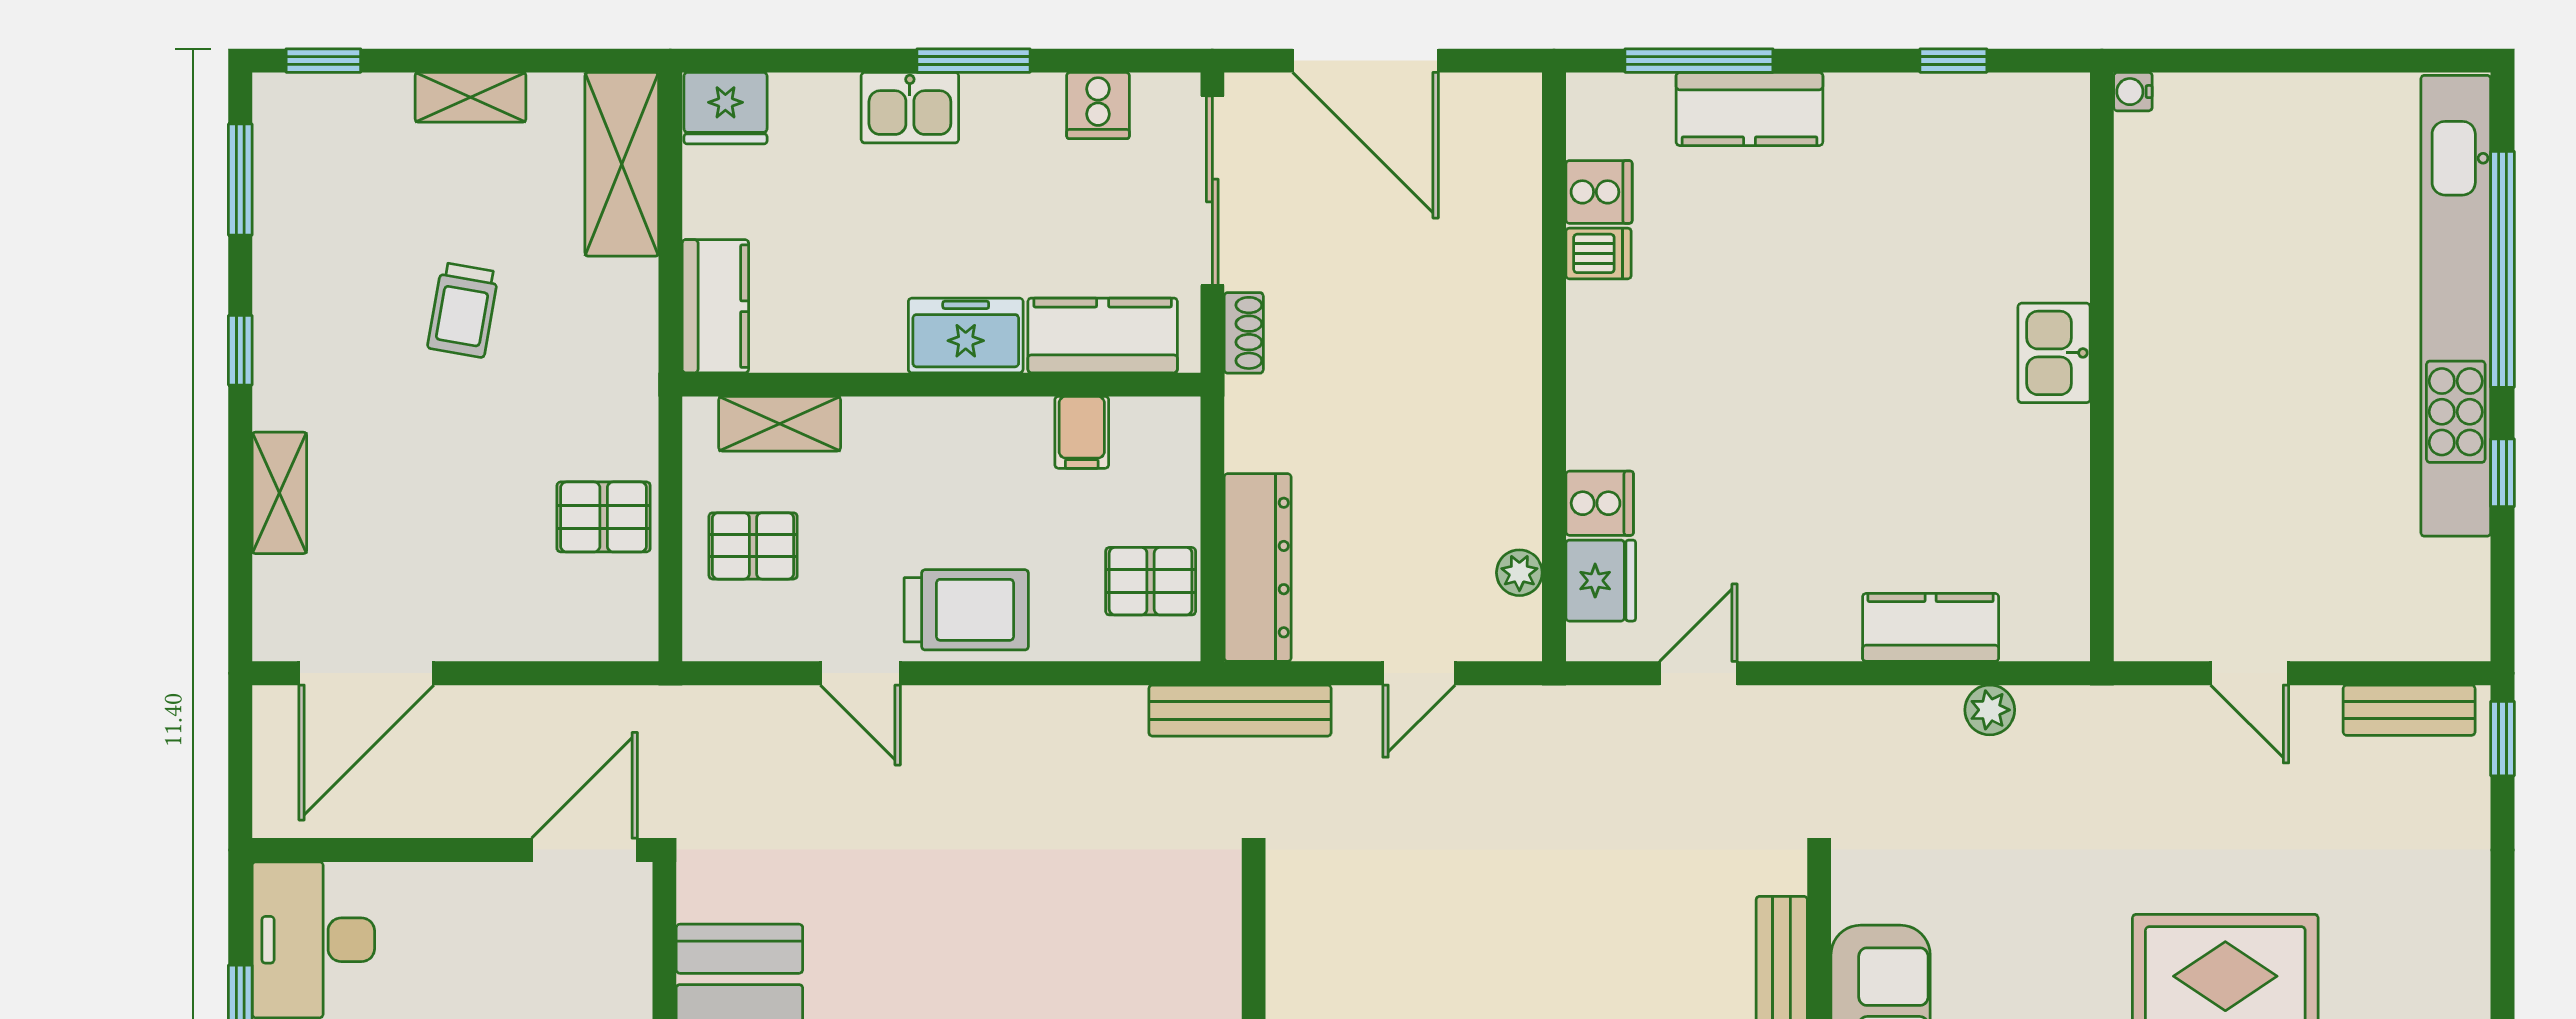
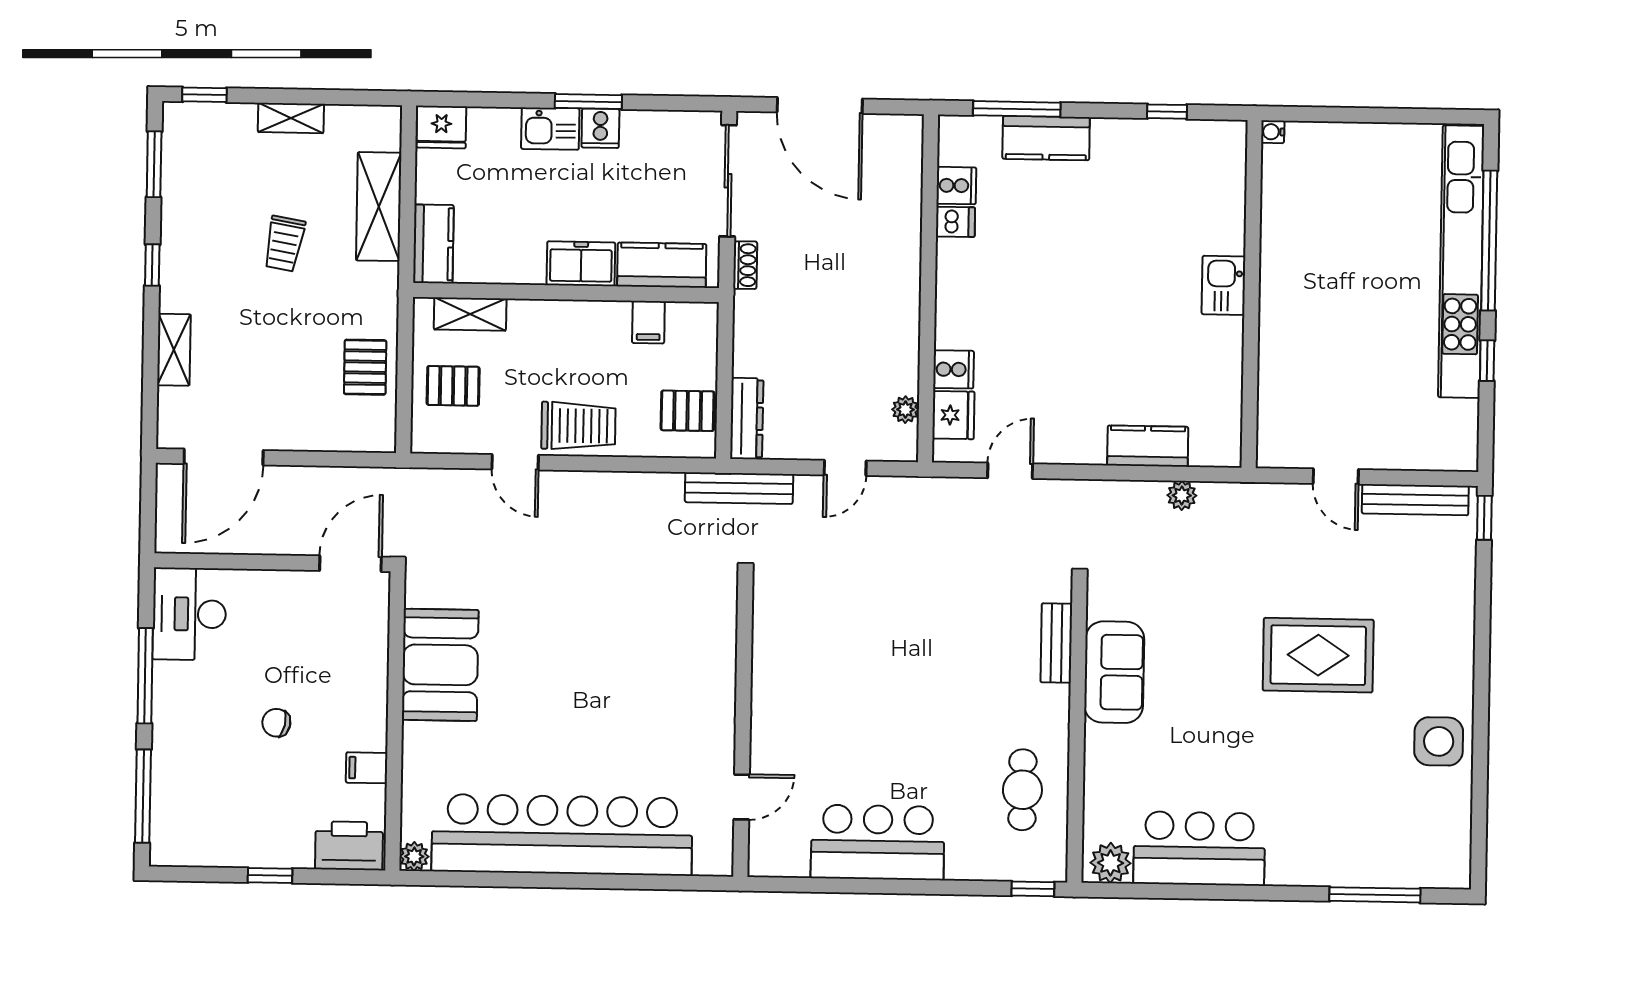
cooker: (1098, 105) -> (600, 128), moved
shelving: (622, 164) -> (379, 207), moved
pallet: (604, 517) -> (365, 367), turned 90
dresser: (1258, 568) -> (747, 419), width x0.73, depth x0.80
bench: (2409, 710) -> (1415, 500), width x1.36

